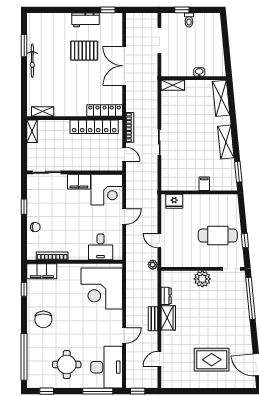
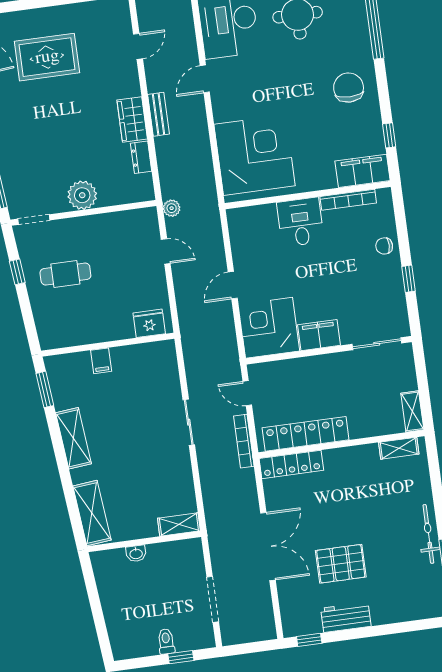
cafe table: (218, 236) -> (65, 274), width x0.73, depth x0.74
desk: (101, 247) -> (300, 222), moved

